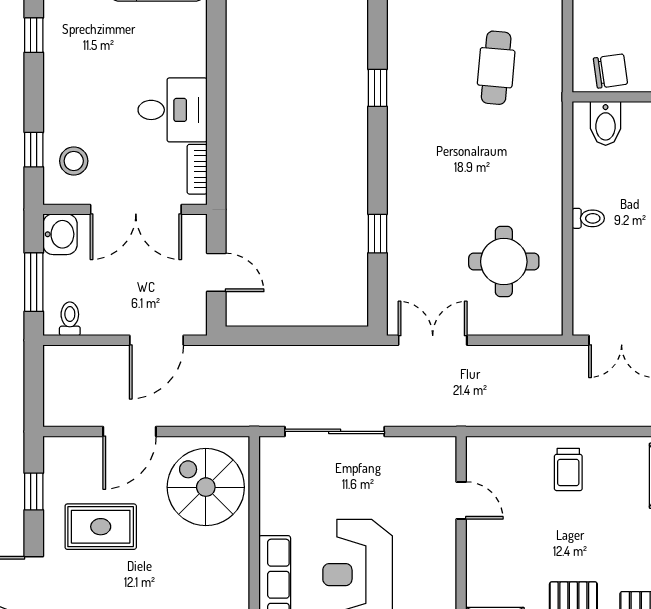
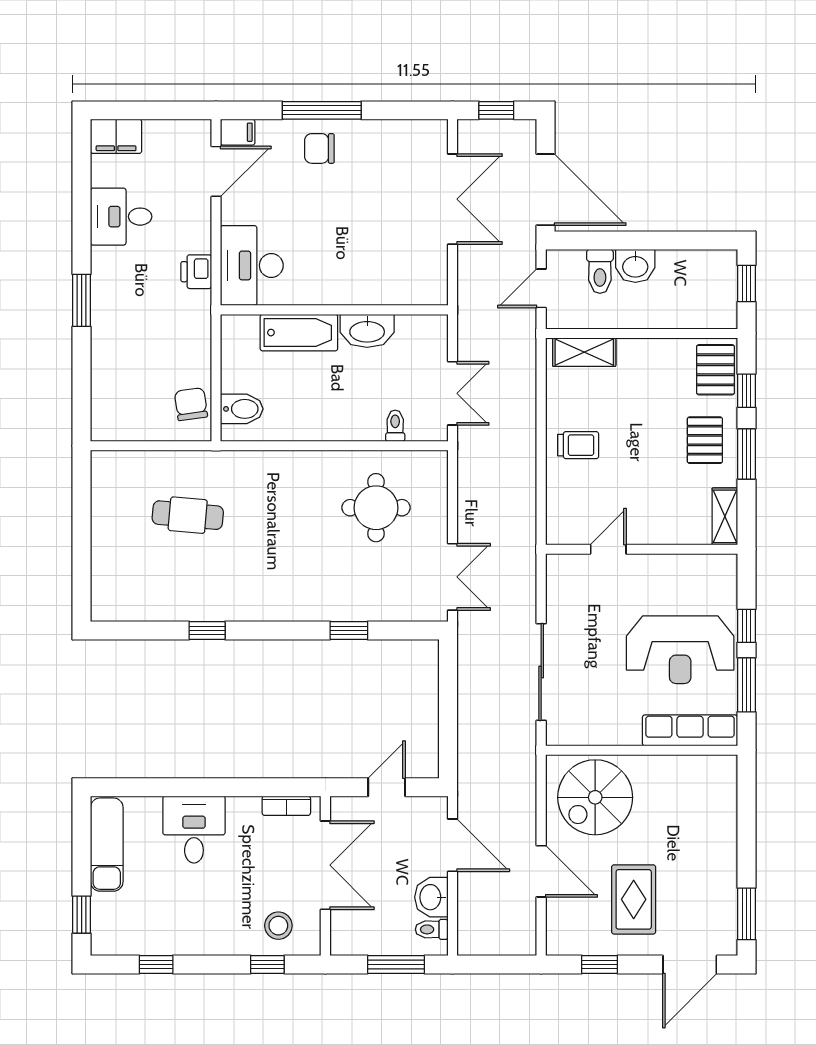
desk: (173, 110) -> (194, 830), moved
toilet: (588, 218) -> (395, 426), moved
washbasin: (60, 234) -> (431, 897), moved, turned -90
double door: (433, 340) -> (452, 577), swing flipped

